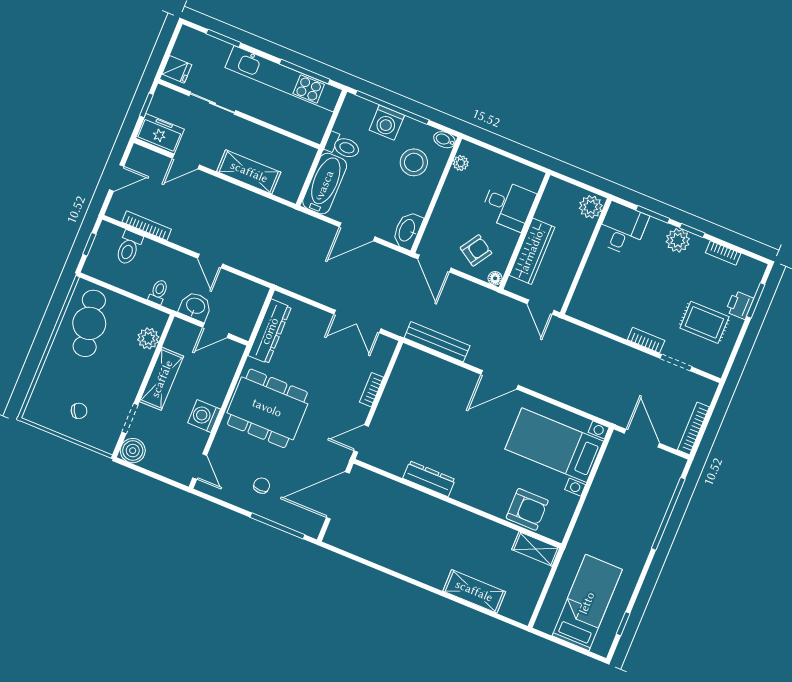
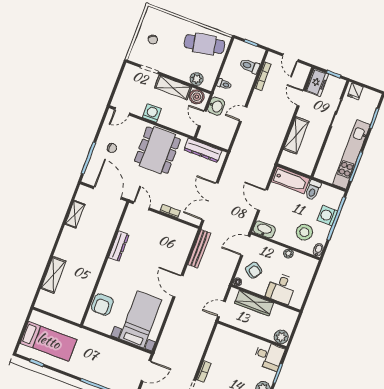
plant: (461, 163) -> (288, 254), moved
double door: (357, 321) -> (210, 202), width x1.37
boiler: (133, 451) -> (197, 97), moved
shelving: (536, 549) -> (75, 214), moved

